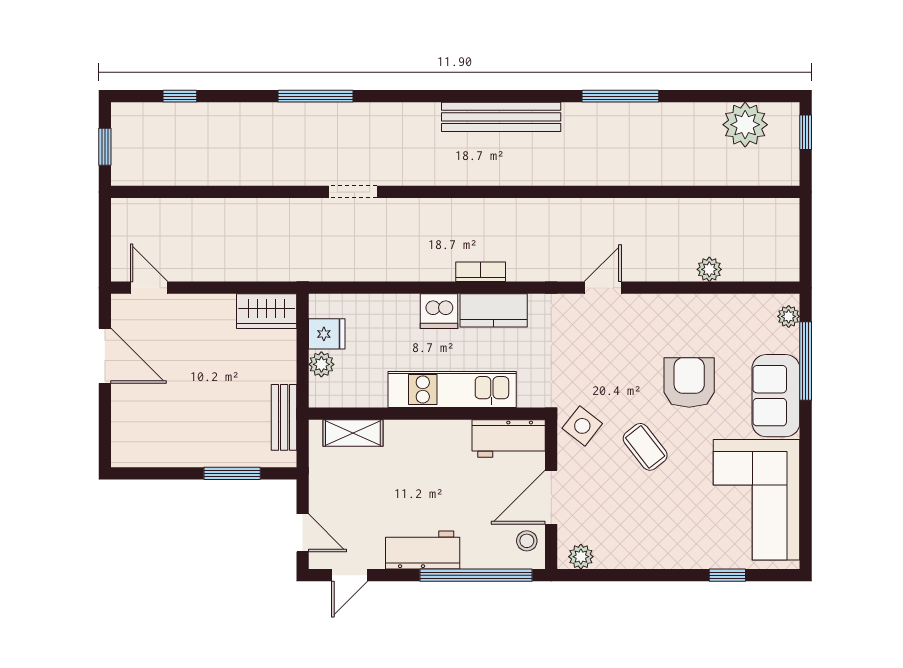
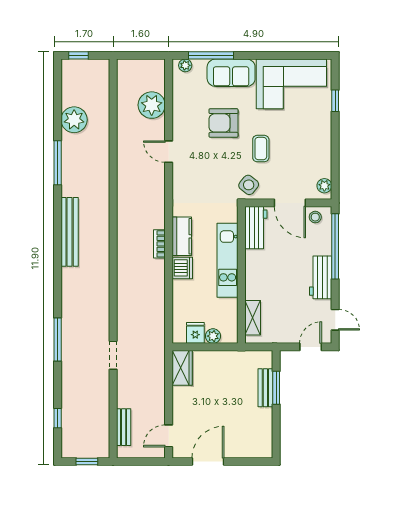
plant: (745, 125) -> (74, 120), moved
doorway: (353, 192) -> (113, 355), moved
bench: (164, 210) -> (124, 427), added
plant: (709, 269) -> (152, 105), width x1.88, depth x1.88
door: (603, 288) -> (169, 152), moved
bench: (284, 417) -> (265, 388), moved, turned 90
coffee table: (645, 447) -> (261, 149), turned -52

